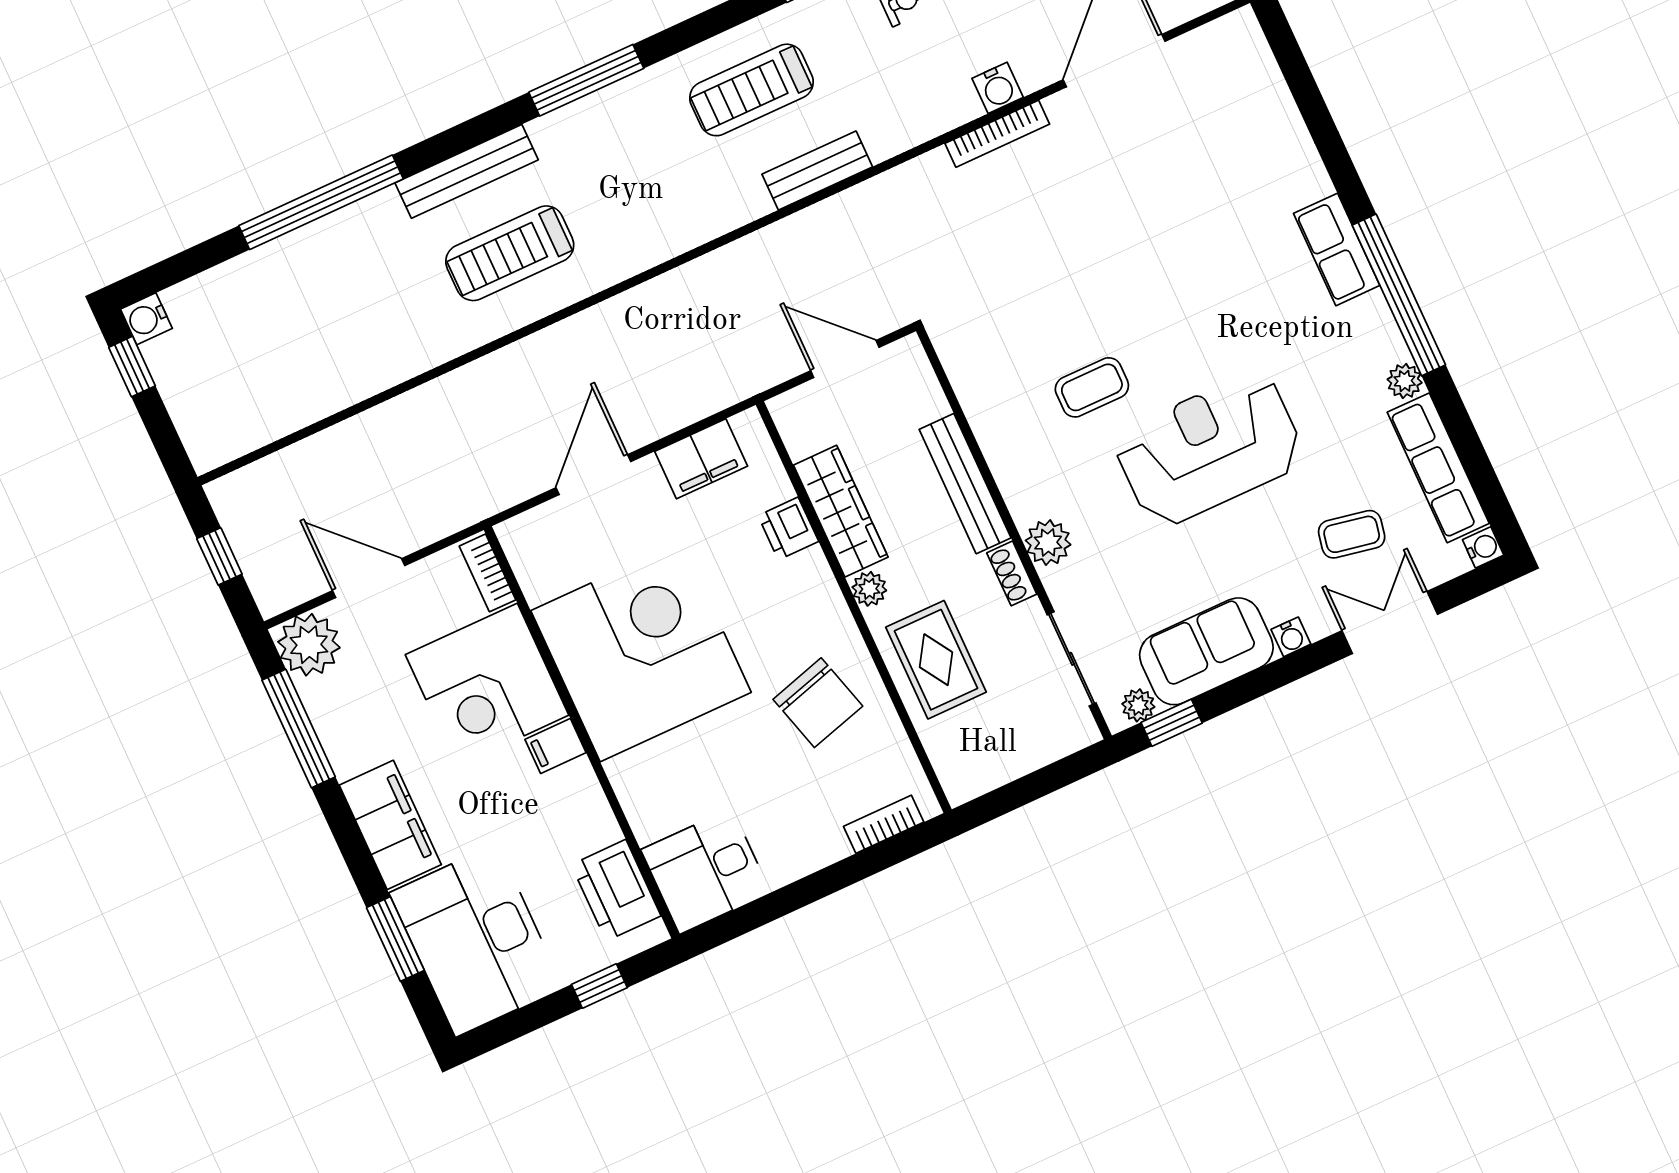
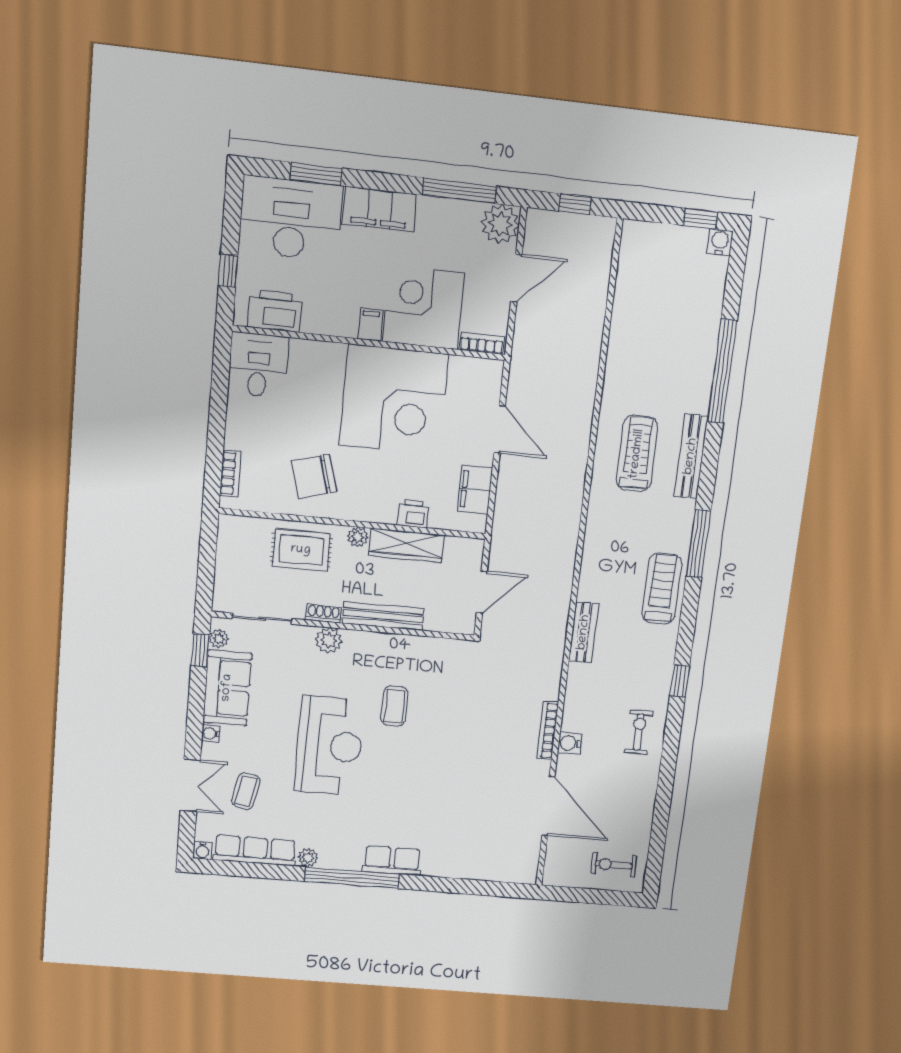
treadmill: (752, 90) -> (662, 589), moved

